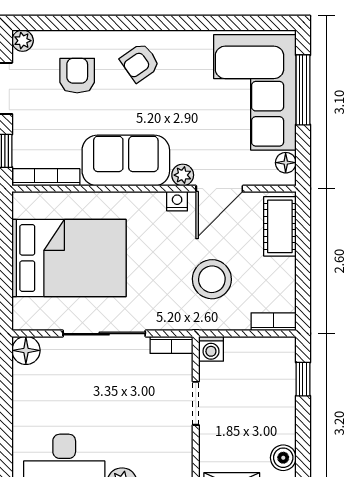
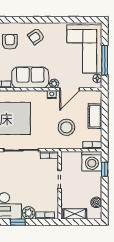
window: (303, 90) -> (105, 60), moved
cot: (280, 226) -> (95, 116), moved
washing machine: (211, 349) -> (92, 161), moved, width x1.89, depth x1.89

